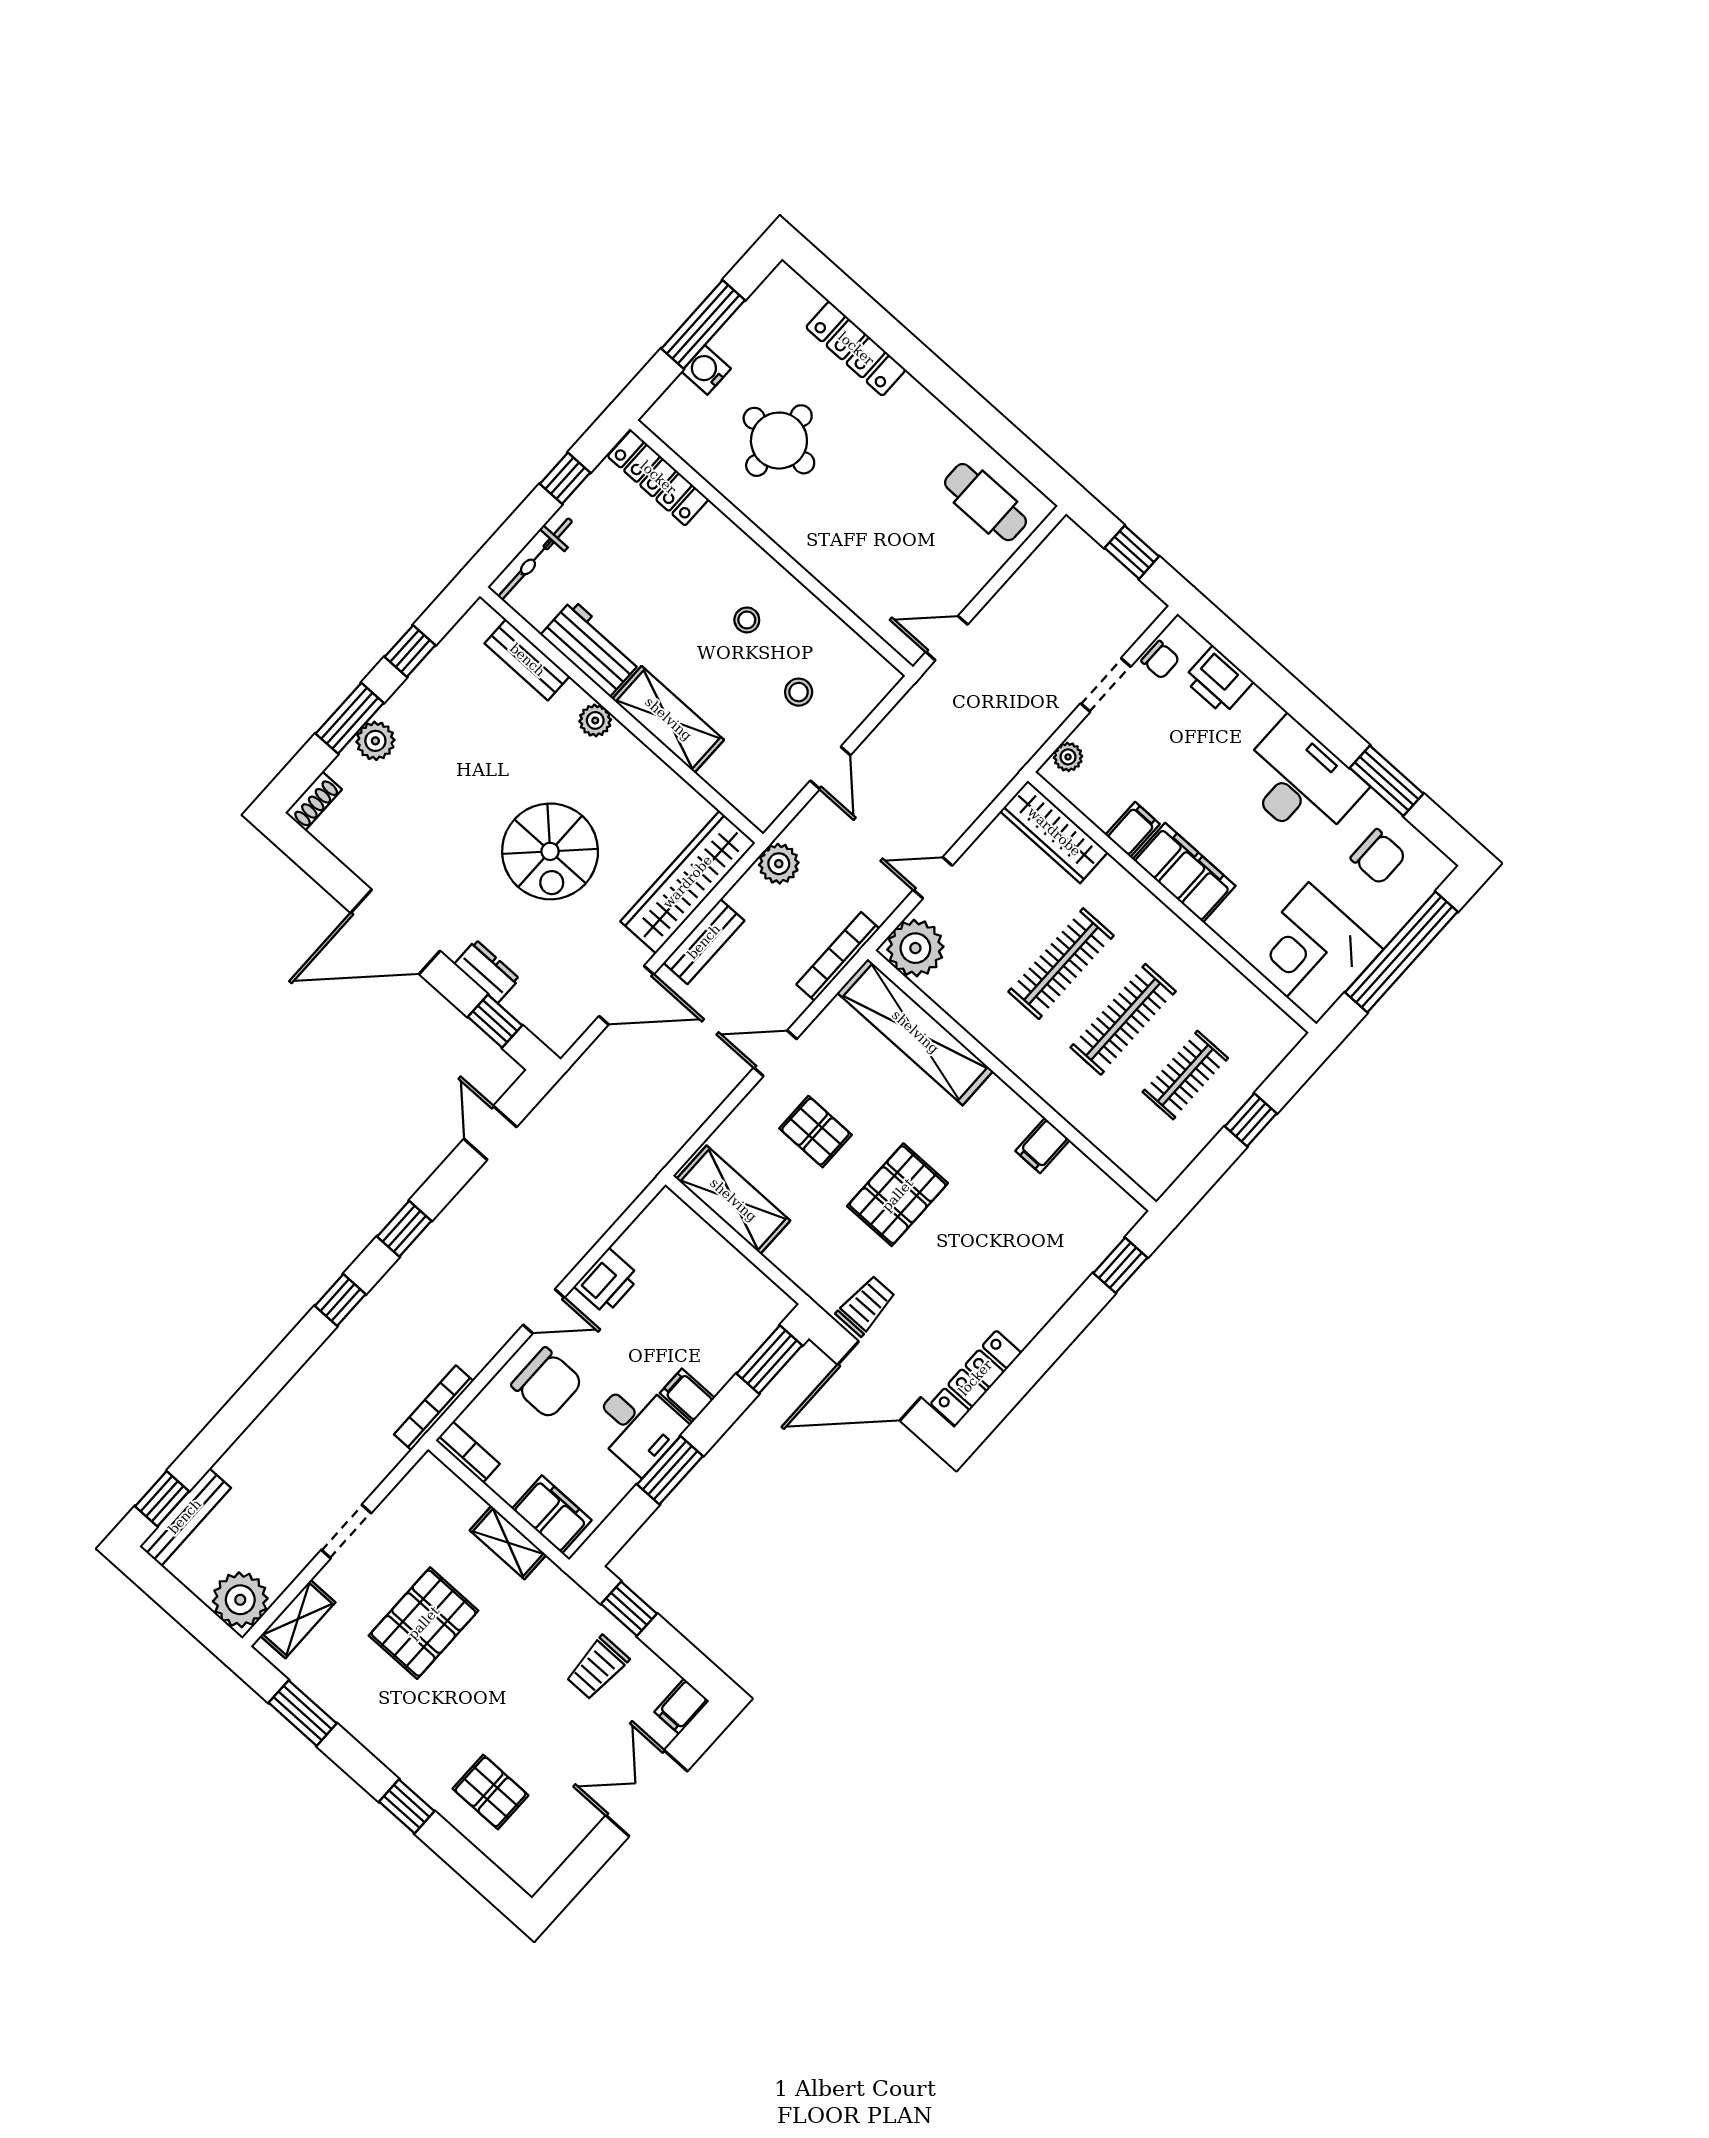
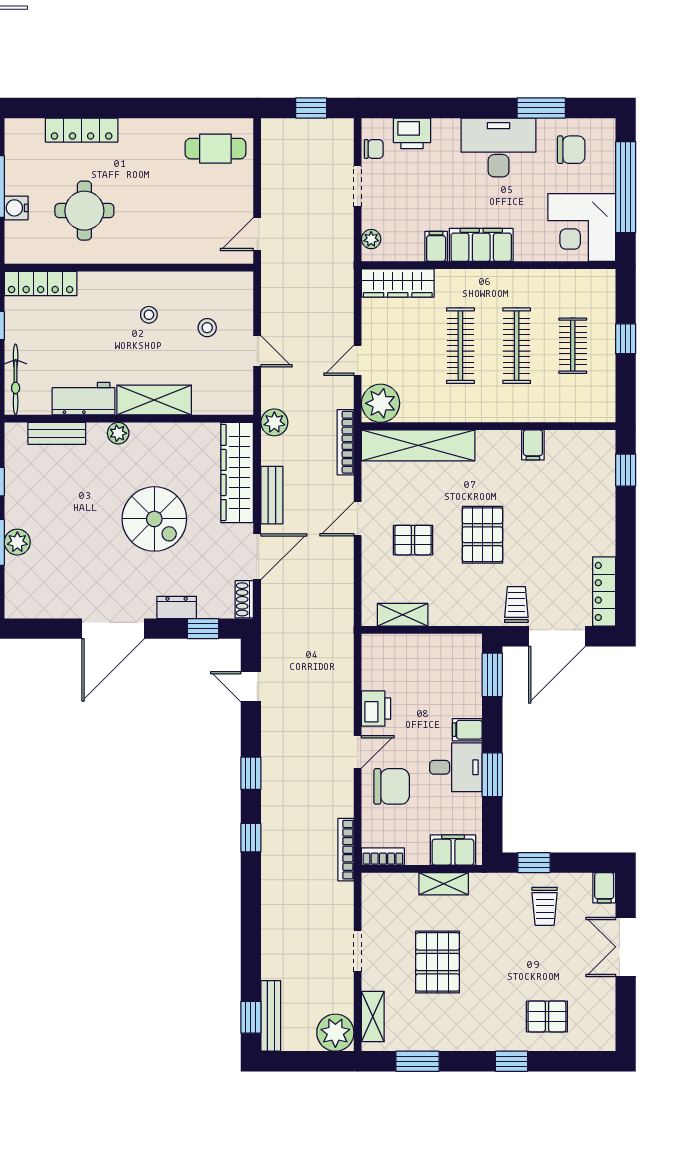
shoe rack: (314, 801) -> (244, 599), moved, turned 180
shelving: (733, 1200) -> (403, 615), width x0.67, depth x0.75

